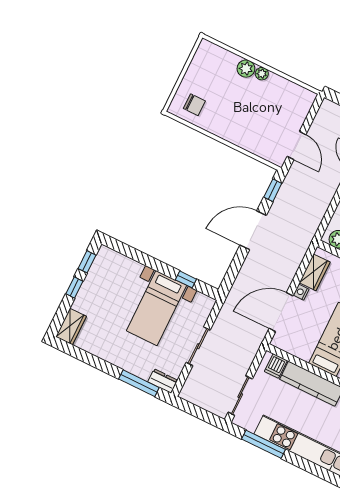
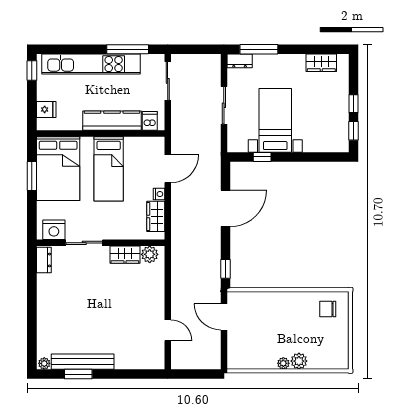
door: (253, 230) -> (225, 208), moved
door: (281, 312) -> (168, 169), width x0.73
wardrobe: (71, 327) -> (321, 63), moved, turned -90

